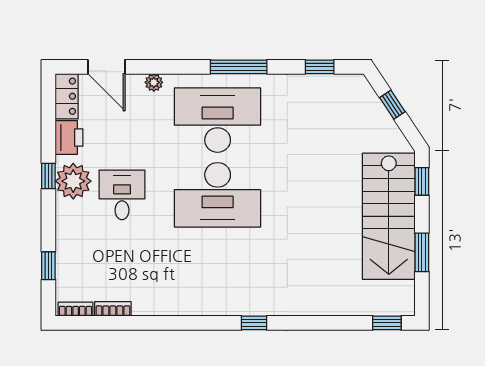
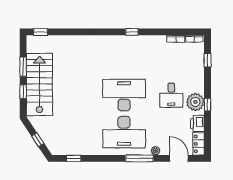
window: (239, 67) -> (139, 158), moved
window: (422, 181) -> (23, 92), moved
window: (254, 323) -> (132, 32), moved

